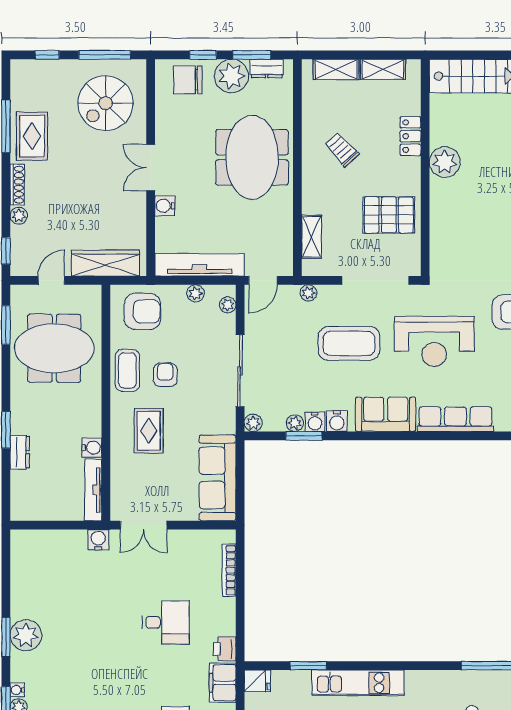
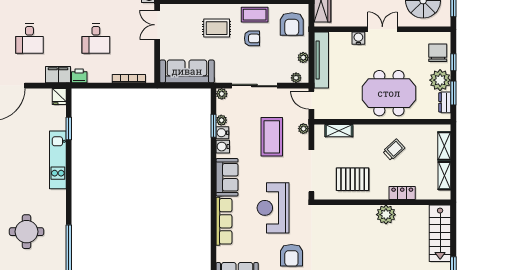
pallet: (389, 215) -> (353, 179), turned 90
coffee table: (349, 343) -> (272, 137), moved

